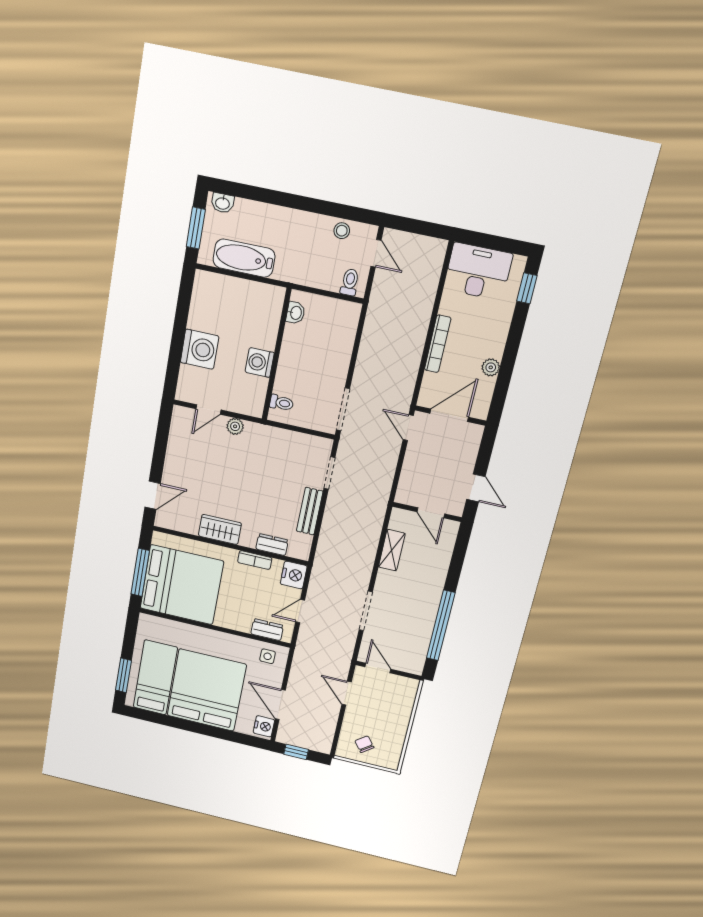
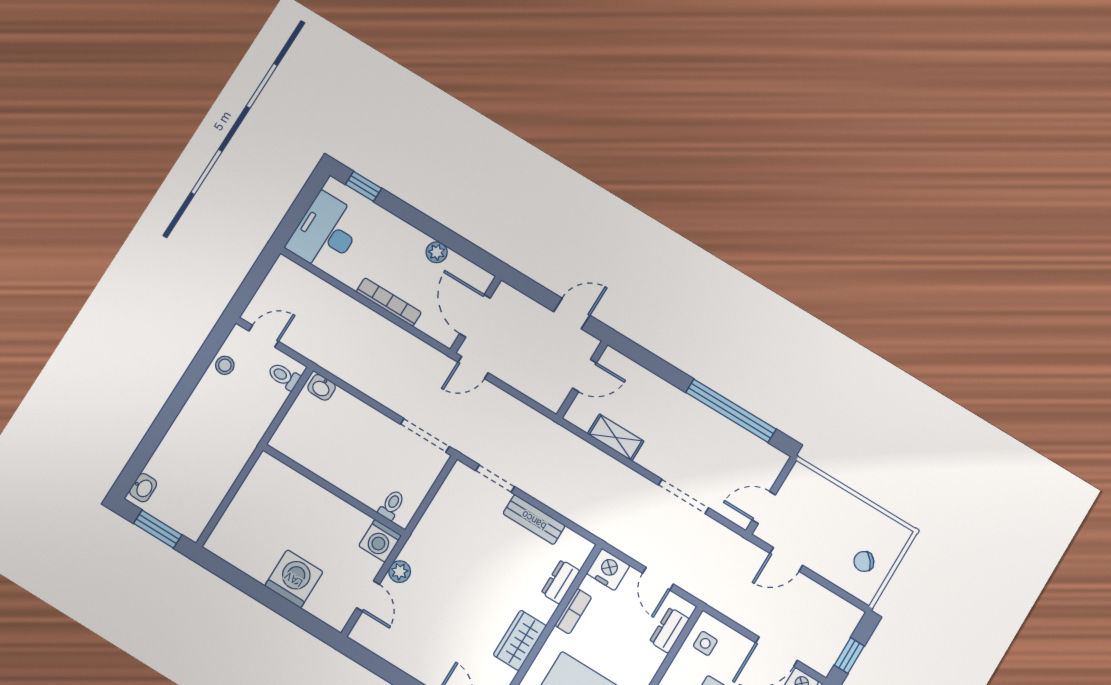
bathtub: (244, 258) -> (212, 486), removed
washbasin: (296, 313) -> (322, 387), moved, turned 180
washing machine: (260, 362) -> (380, 541), moved

